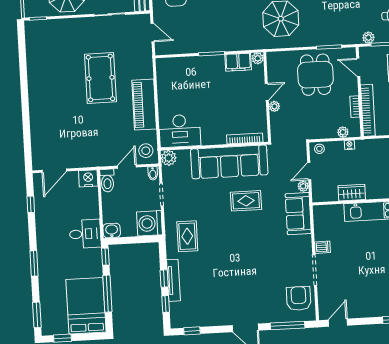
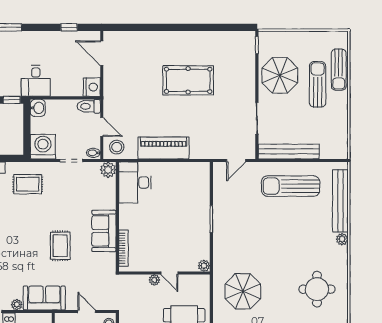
filing cabinet: (238, 62) -> (201, 246), removed
pool table: (100, 78) -> (188, 80), moved
sofa: (229, 162) -> (104, 231), width x0.54, depth x0.79
plant: (303, 186) -> (17, 305), moved

